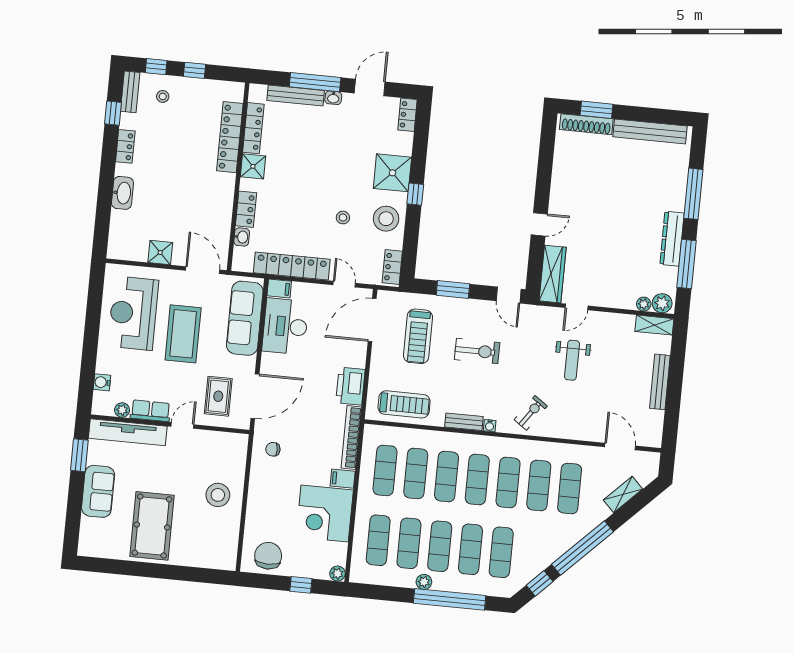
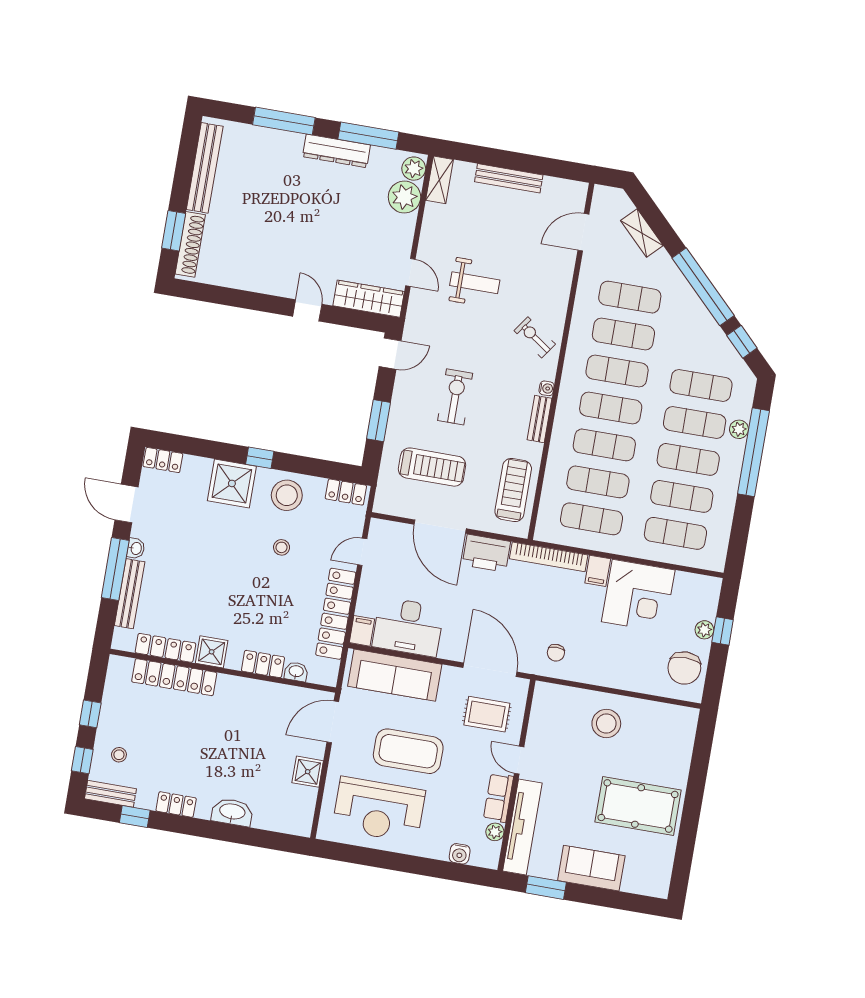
plant: (644, 304) -> (404, 197), width x1.88, depth x1.88
door: (372, 320) -> (440, 527), moved
chair: (268, 556) -> (684, 668), turned -90
plant: (337, 573) -> (704, 630), moved
plant: (424, 582) -> (739, 429), moved

